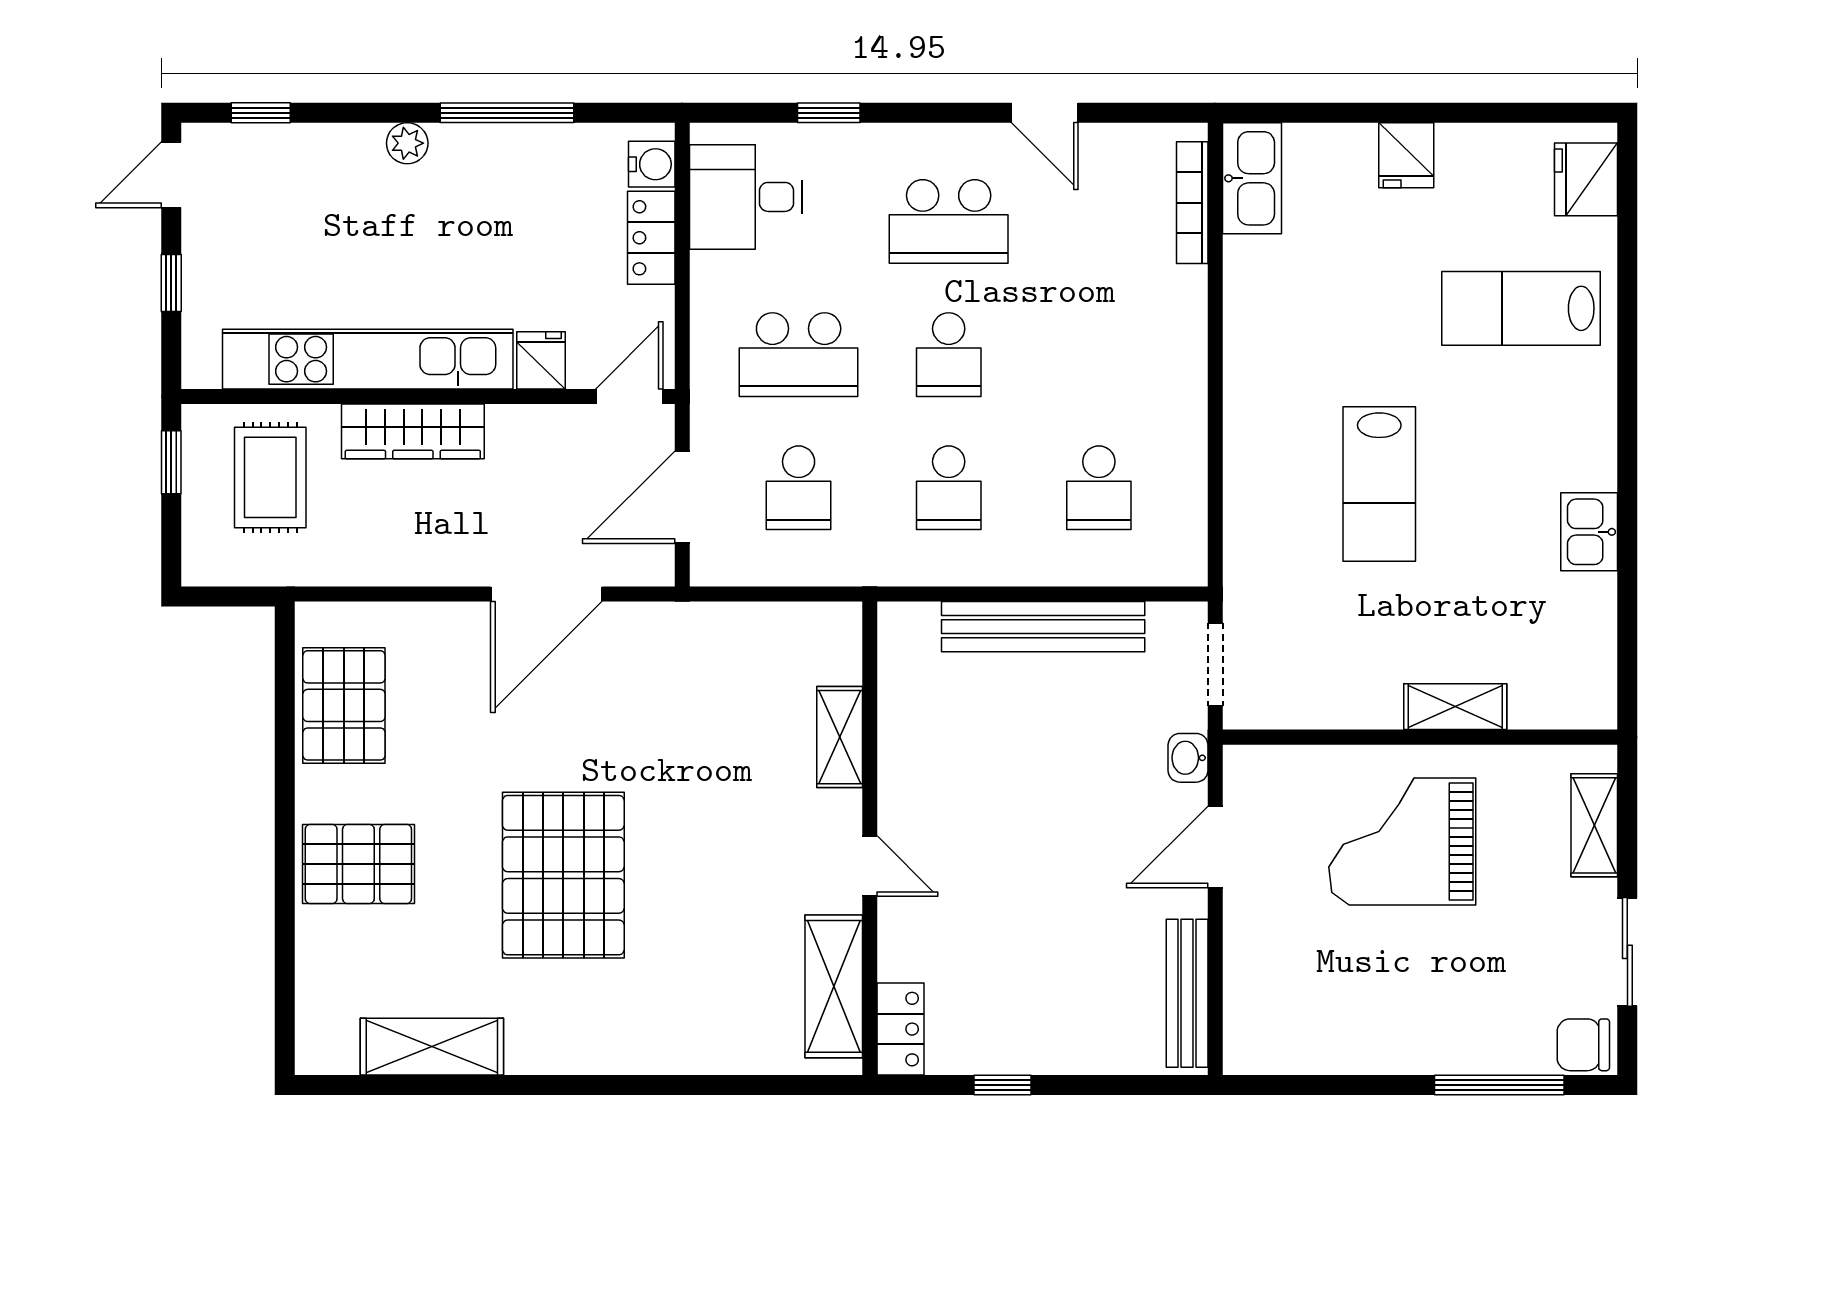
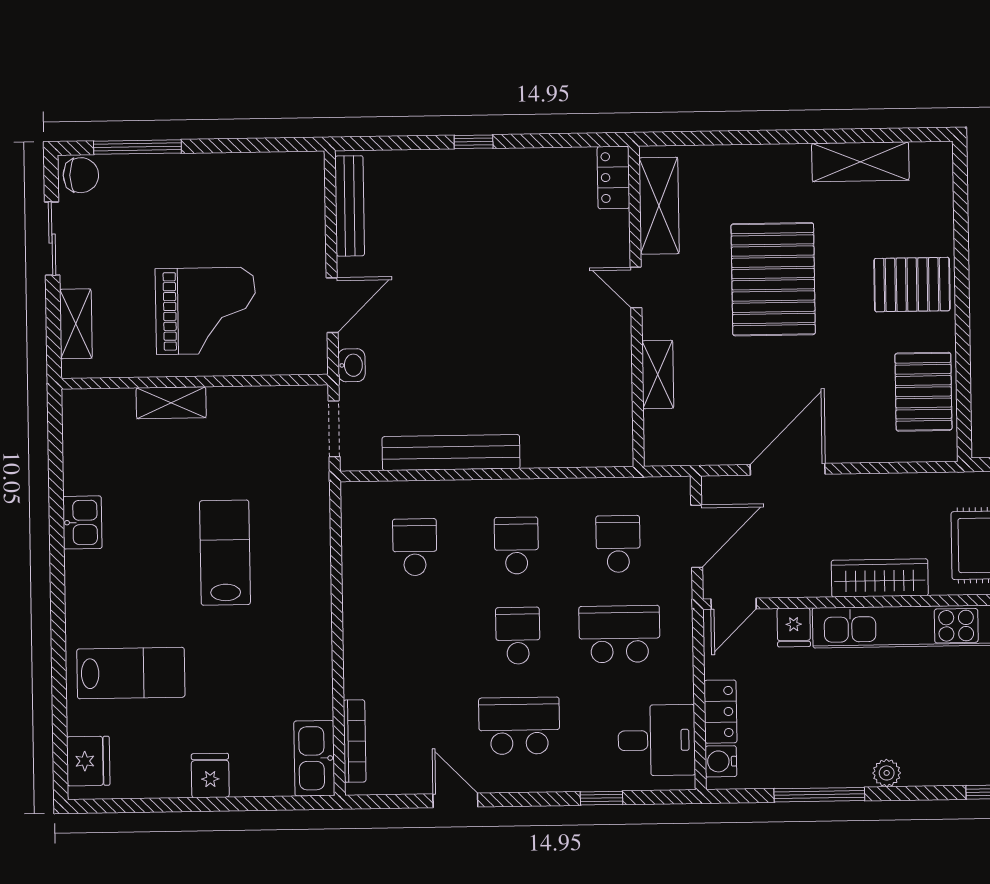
shelving: (840, 737) -> (658, 375), moved
wall: (870, 838) -> (636, 306), moved
door: (870, 866) -> (636, 288), moved
shelving: (834, 986) -> (659, 206), moved
locker: (900, 1029) -> (613, 177), moved

